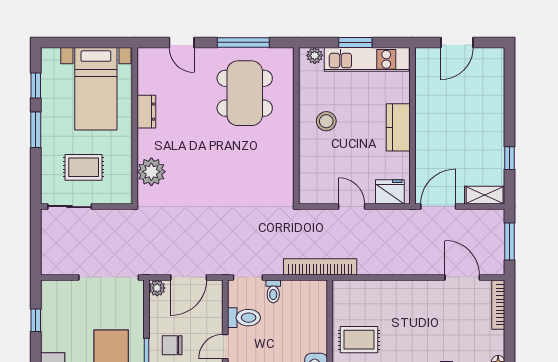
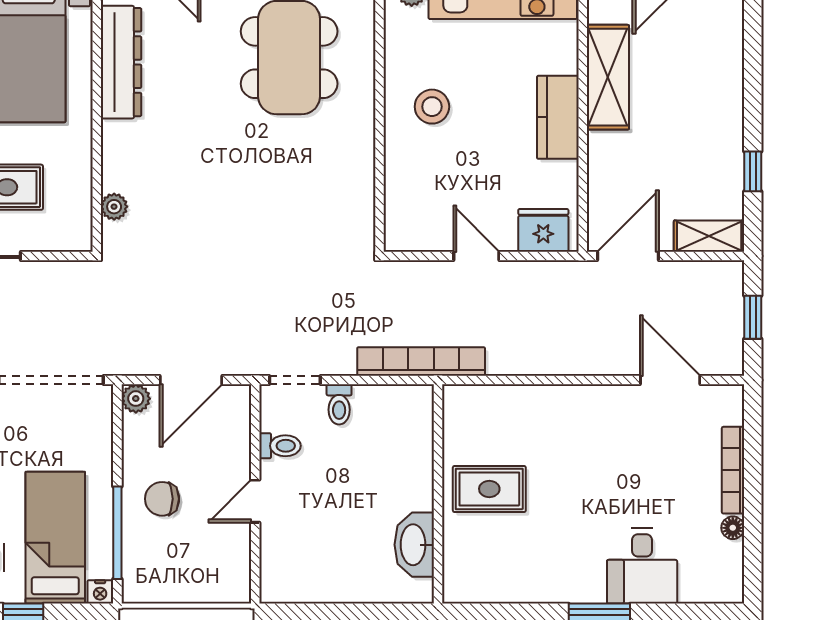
shelving: (427, 104) -> (608, 77), added
dresser: (146, 112) -> (121, 62), width x1.96, depth x1.24
plant: (151, 172) -> (114, 207), width x0.53, depth x0.53
window: (510, 242) -> (753, 317), width x0.67
bookcase: (498, 305) -> (733, 470), moved
toilet: (244, 318) -> (280, 446), width x0.73, depth x0.72

